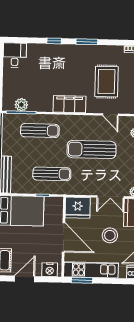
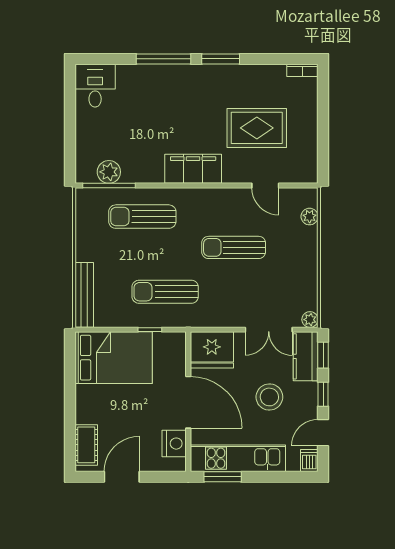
window: (54, 41) -> (163, 59), width x2.17
rug: (106, 82) -> (257, 128), turned 90
sun lounger: (40, 131) -> (142, 217), turned 180
sun lounger: (92, 149) -> (234, 247), width x0.73, depth x0.75
sun lounger: (52, 174) -> (165, 292), turned 180
nightstand: (50, 270) -> (174, 444), moved, turned -90

